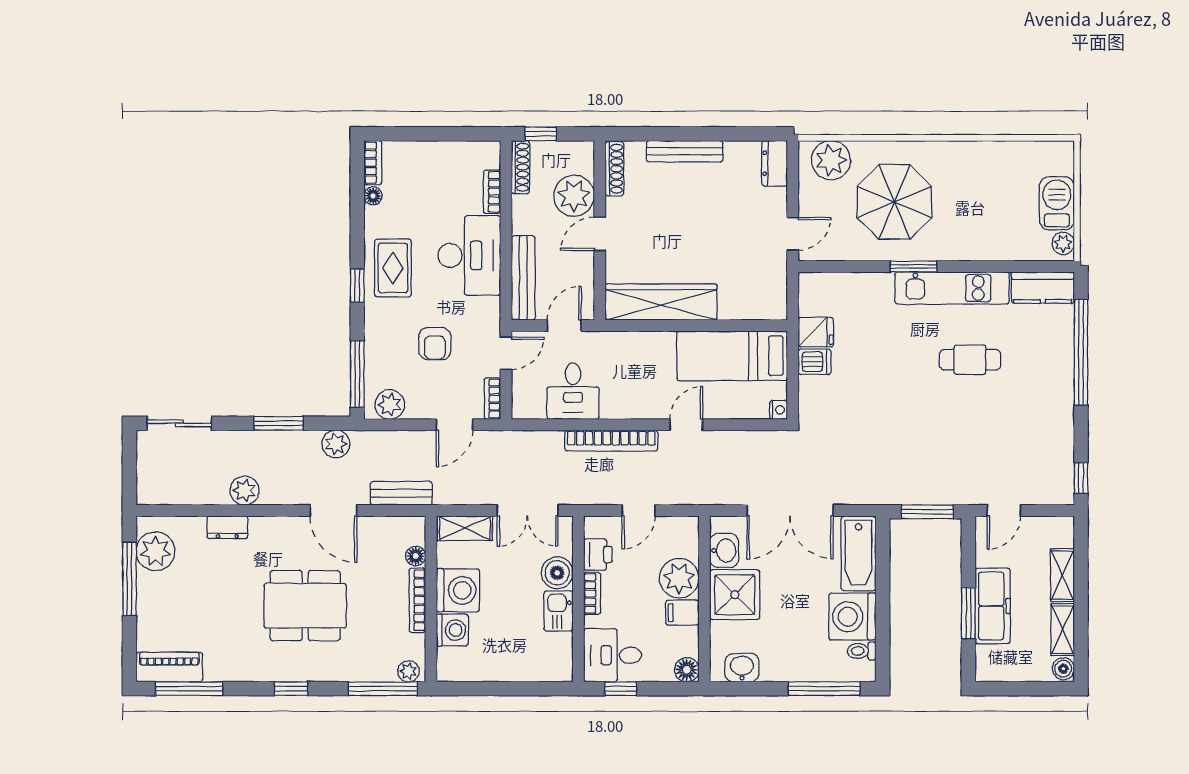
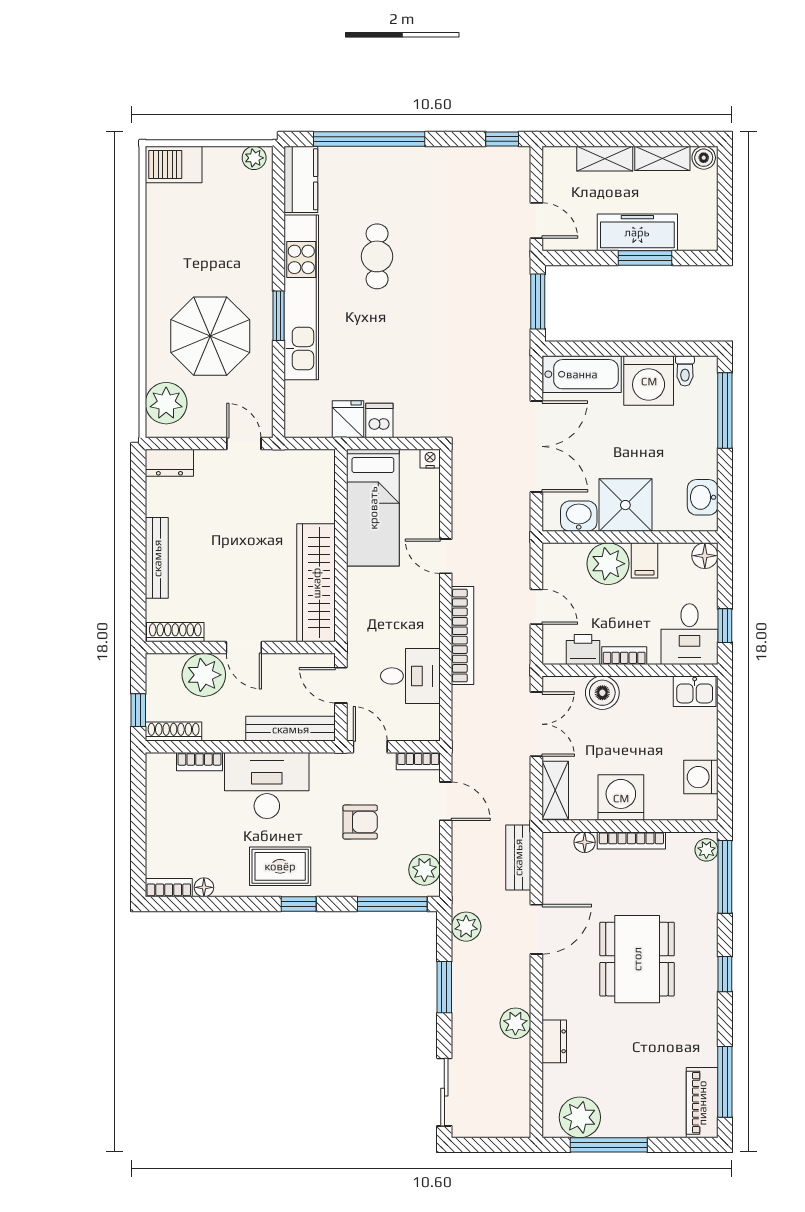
barbecue: (1057, 203) -> (174, 164), moved
kitchen unit: (952, 288) -> (301, 297), width x1.36
kitchen sink: (558, 611) -> (695, 691), moved
washing machine: (452, 630) -> (701, 777), moved, turned -90

